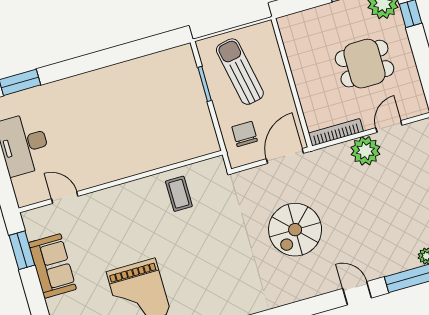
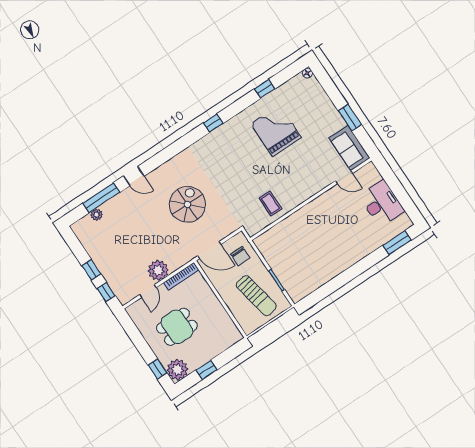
door: (285, 156) -> (209, 250), hinge flipped
window: (22, 250) -> (350, 118), moved
sofa: (52, 266) -> (349, 148), moved

